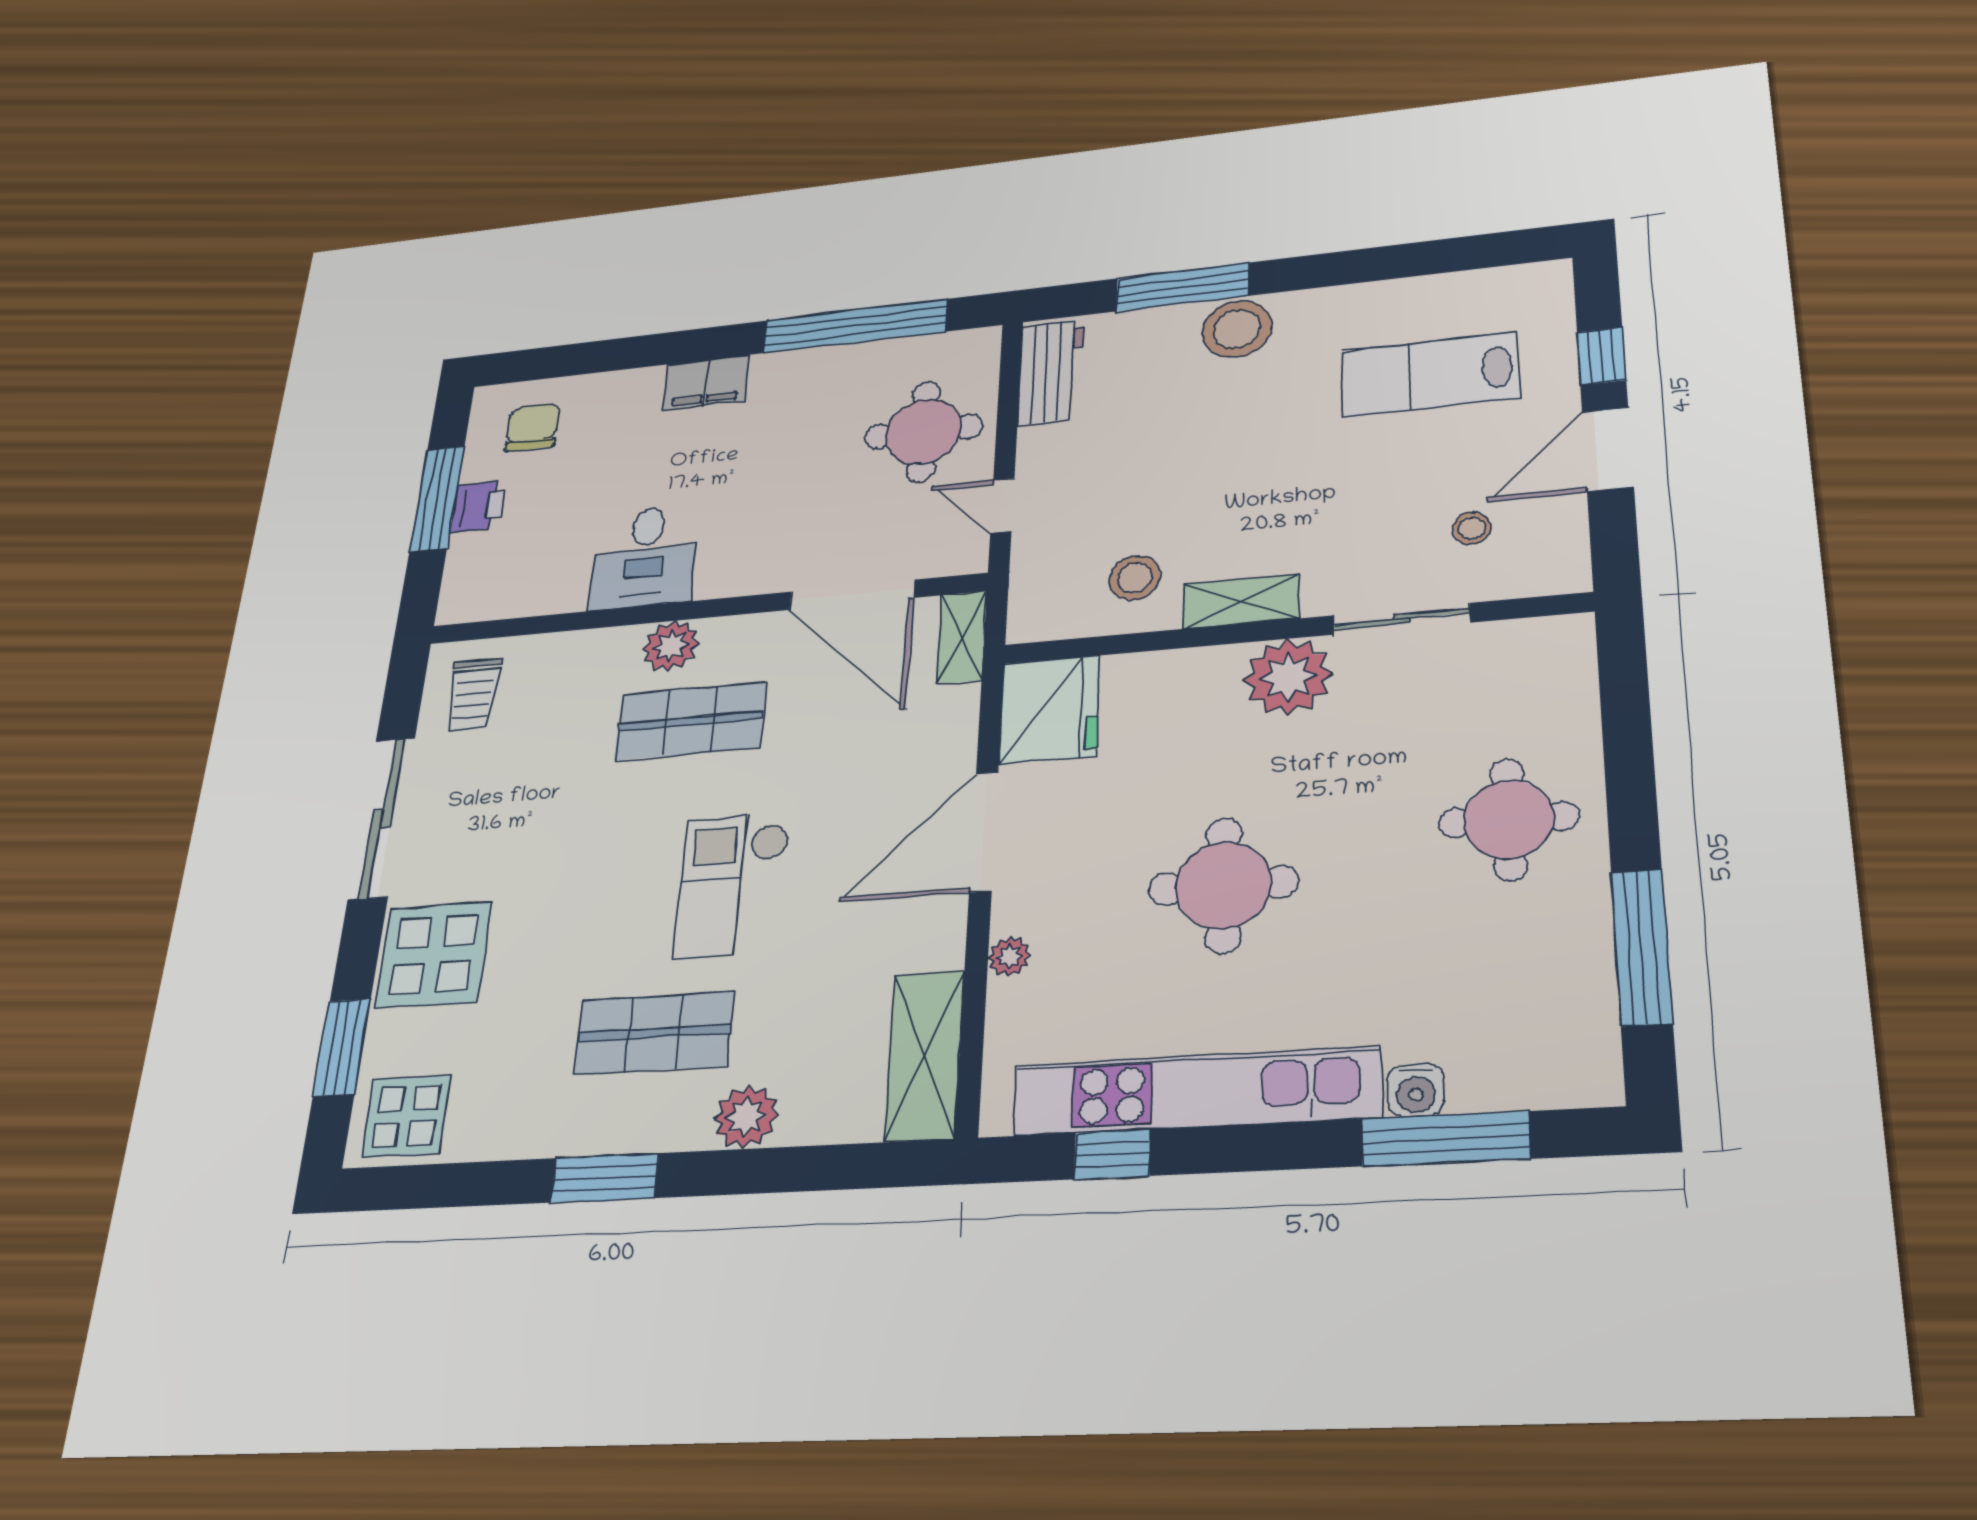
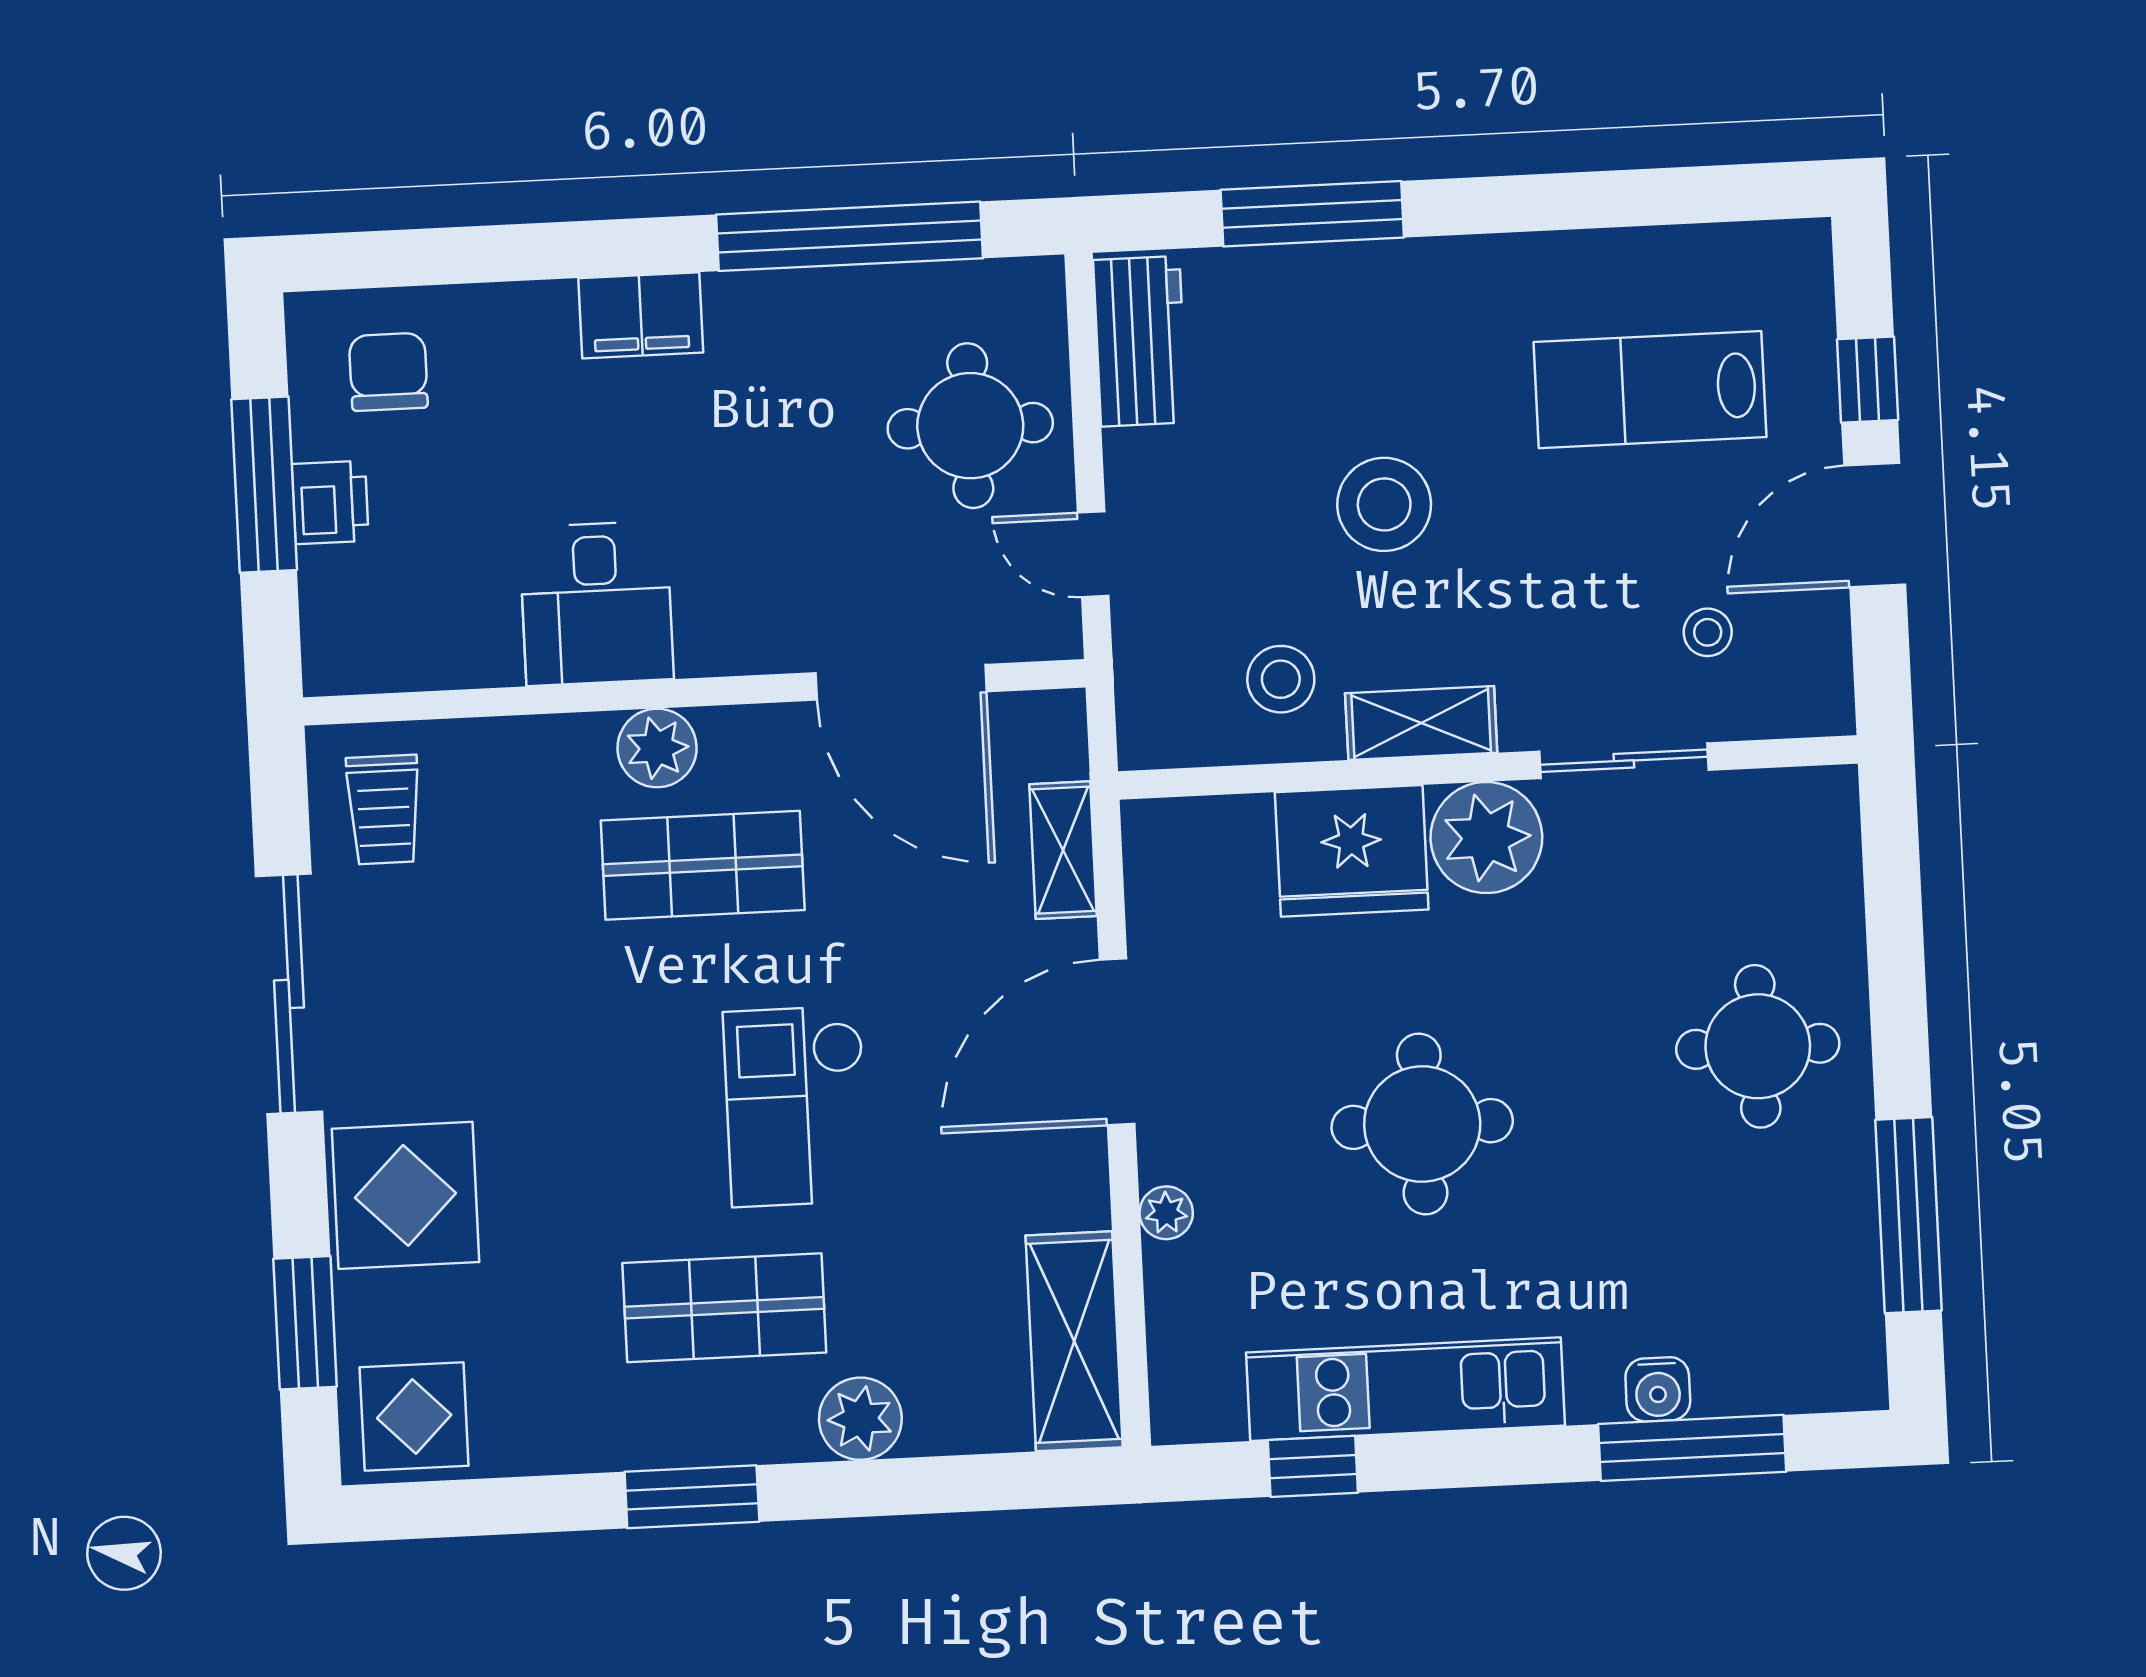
stool: (1237, 329) -> (1384, 504), moved
shelving: (961, 637) -> (1063, 850), moved
fridge: (1050, 710) -> (1352, 851), moved, turned 90
kitchen unit: (1196, 1091) -> (1405, 1389), width x0.73

